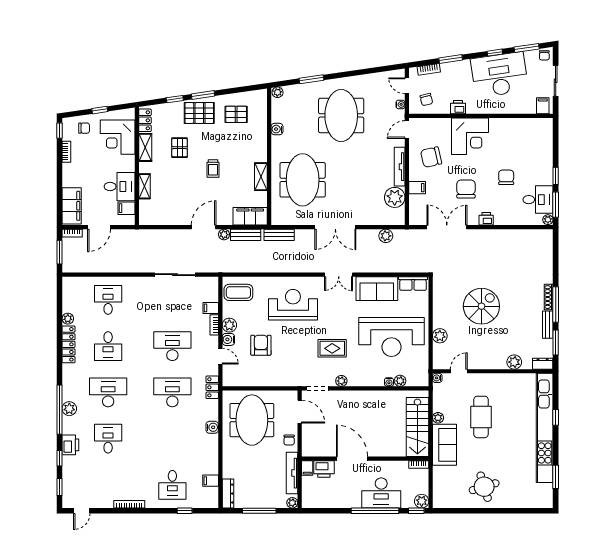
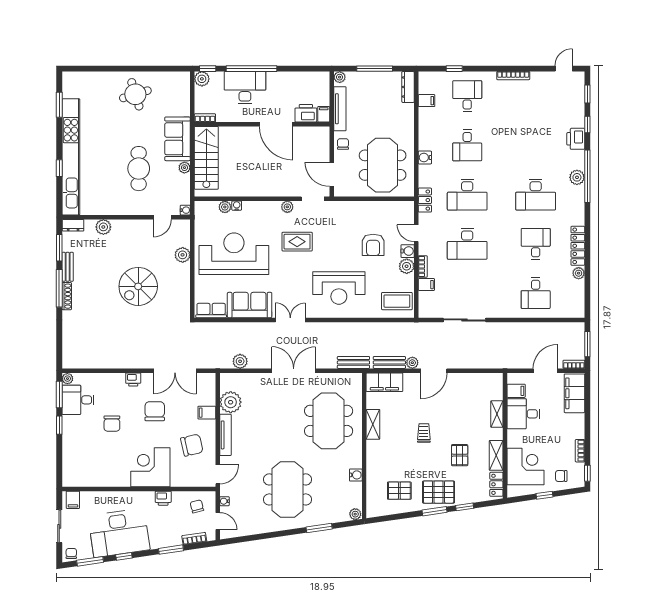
chair: (466, 189) -> (155, 411), turned 180
desk: (108, 439) -> (467, 145), moved

